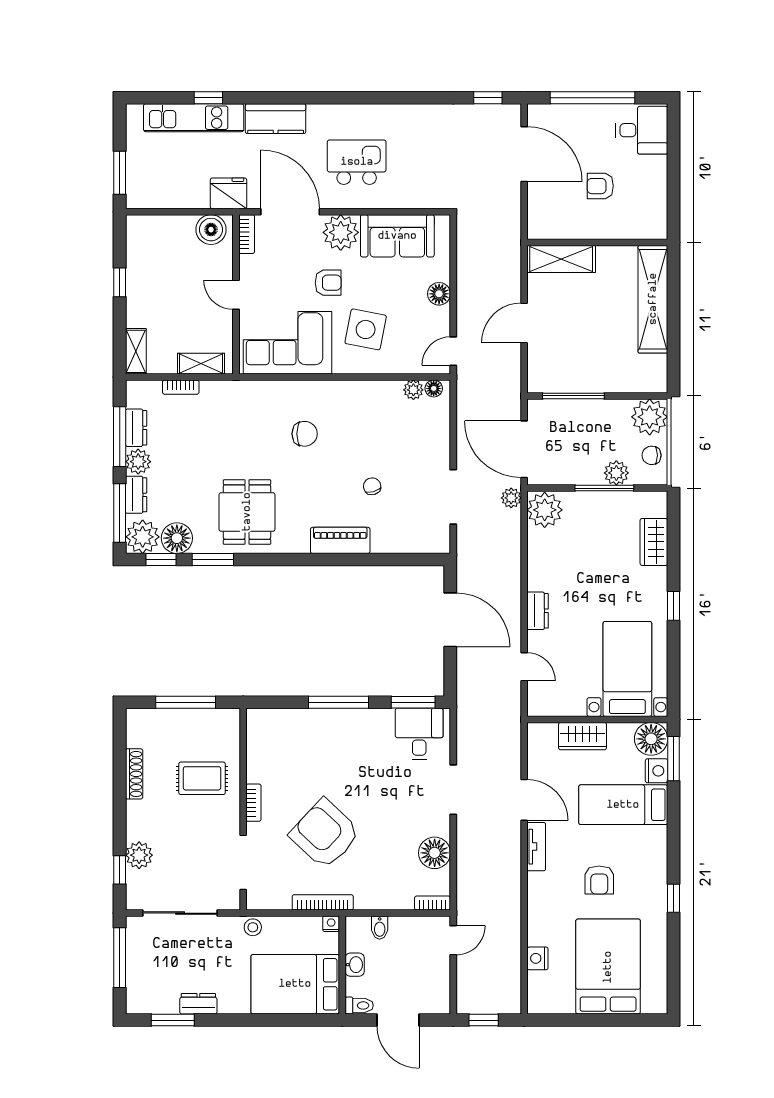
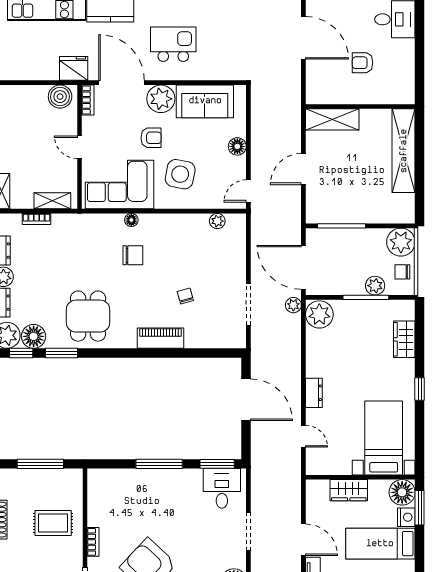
floor lamp: (434, 388) -> (131, 220), moved

